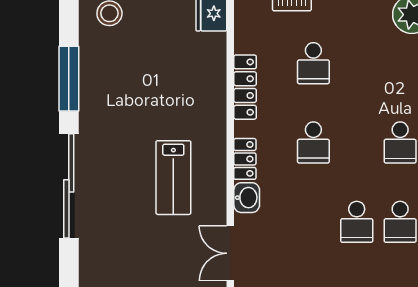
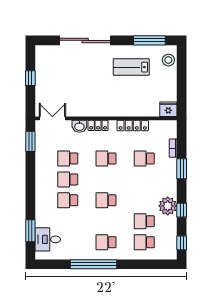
window: (69, 79) -> (149, 40), moved
lab bench: (173, 178) -> (131, 67), moved
school desk: (313, 222) -> (68, 158), added

